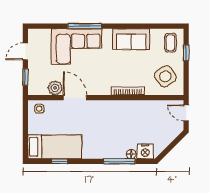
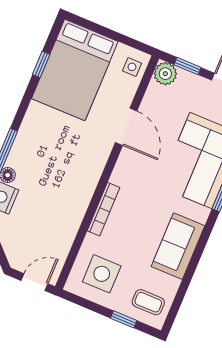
side table: (165, 76) -> (102, 274), turned 36
plant: (55, 88) -> (165, 74), moved
door: (75, 98) -> (126, 127), hinge flipped
bed: (55, 147) -> (75, 70), width x1.50

